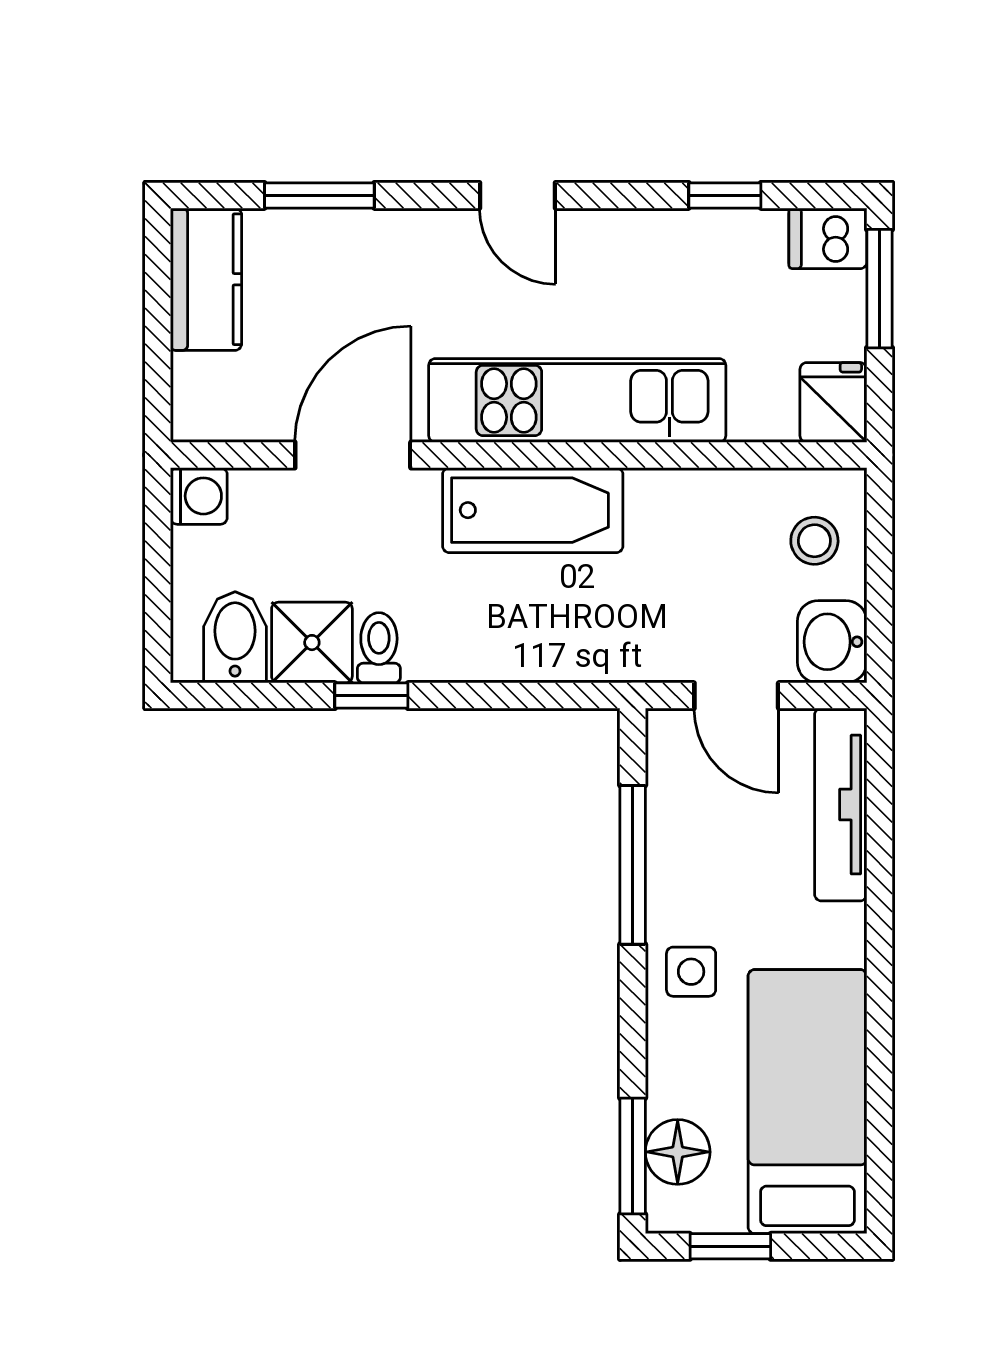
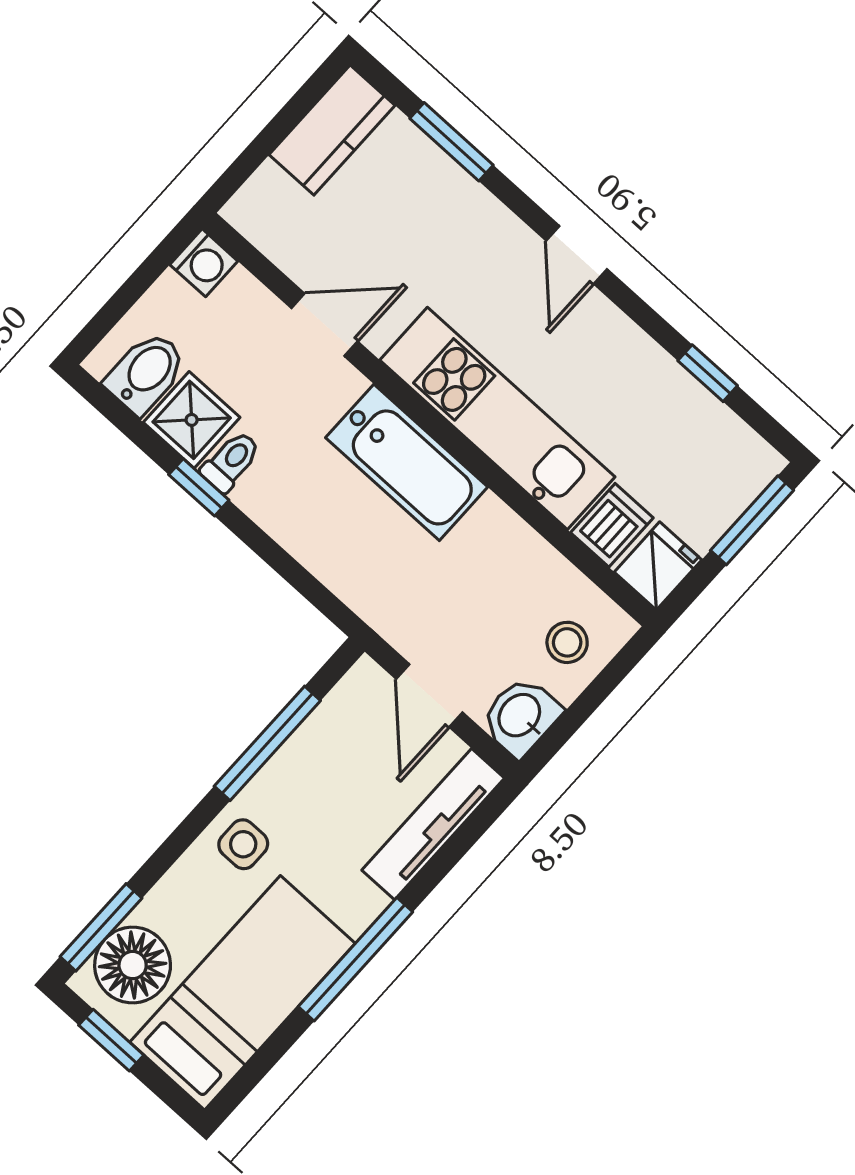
dishwasher: (828, 238) -> (612, 525), moved, turned 90
door: (353, 455) -> (324, 325), width x0.73
window: (880, 984) -> (355, 959), added
floor lamp: (678, 1152) -> (133, 965), width x1.38, depth x1.38

